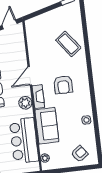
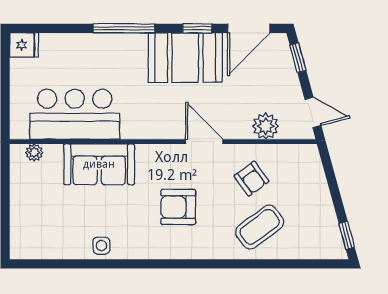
fireplace: (38, 97) -> (160, 154), removed
plant: (25, 103) -> (266, 126), moved
armchair: (80, 154) -> (251, 179), moved

